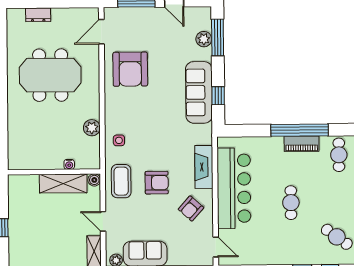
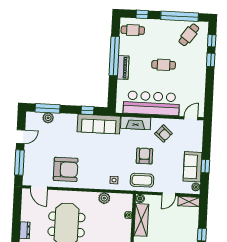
sofa: (199, 92) -> (99, 124), moved
piano: (302, 144) -> (123, 68), moved

